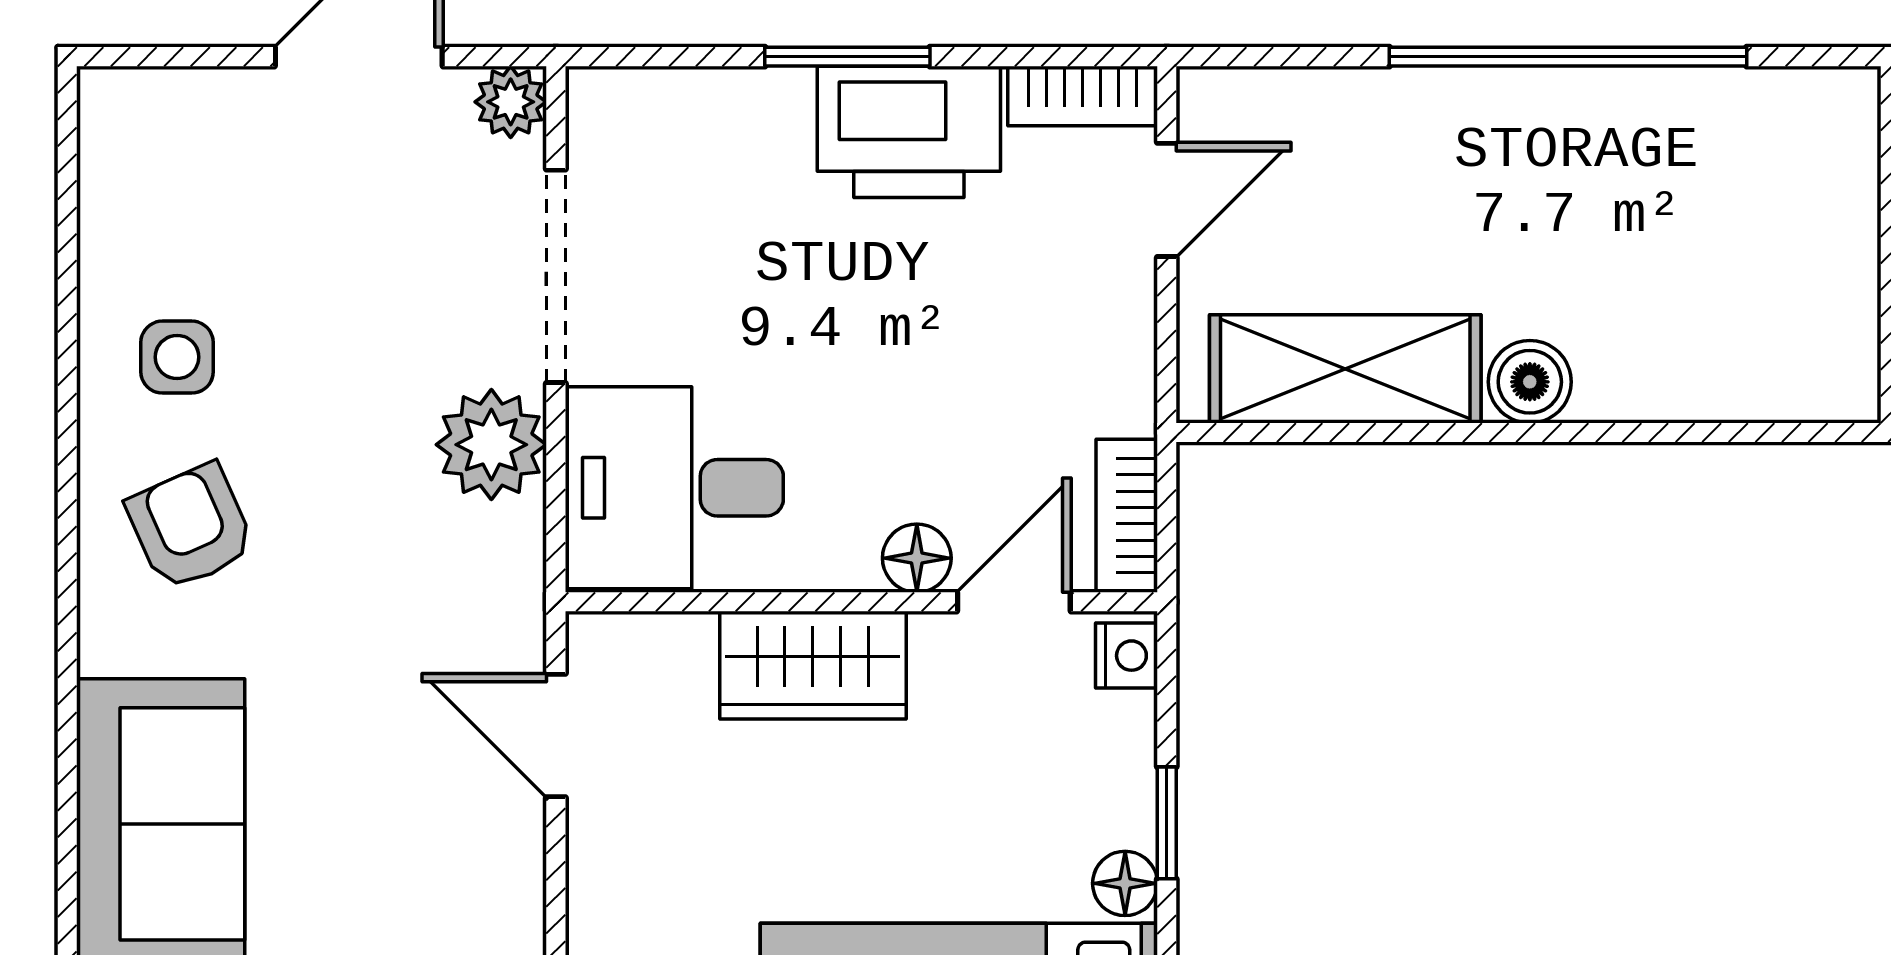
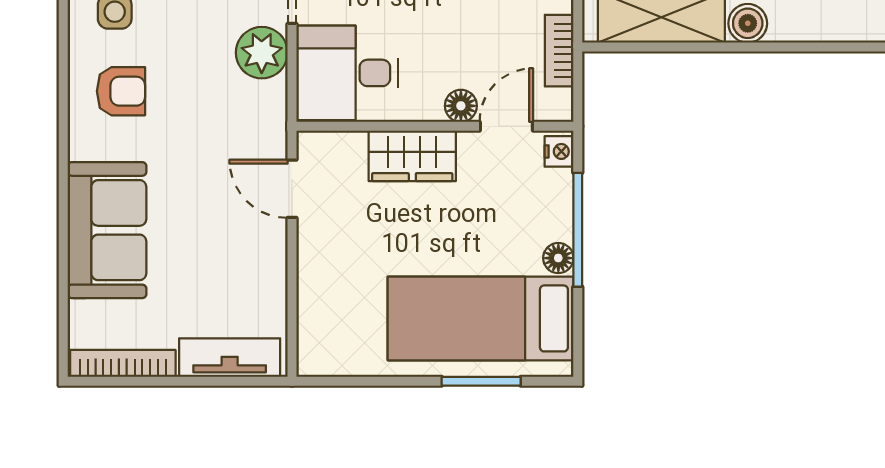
bookcase: (1127, 516) -> (559, 51), moved
armchair: (191, 527) -> (121, 91), turned 114
window: (1167, 823) -> (578, 230), width x2.17

